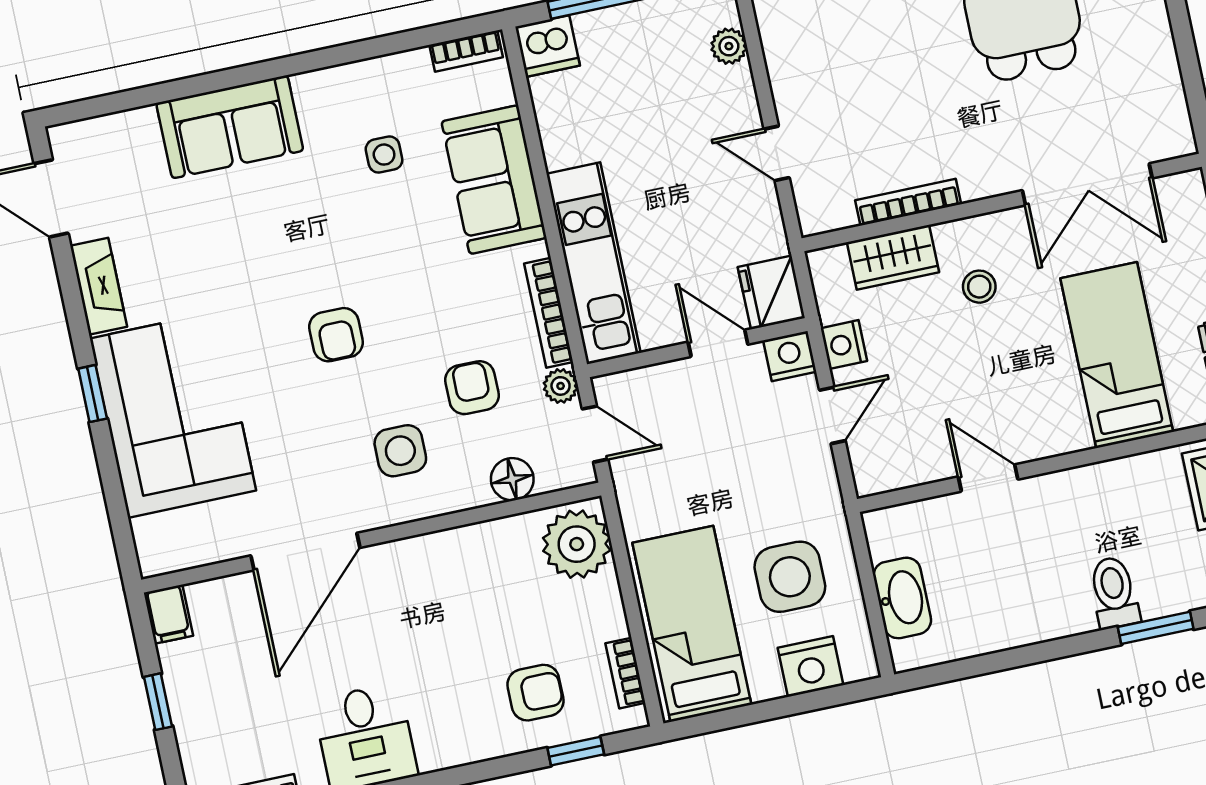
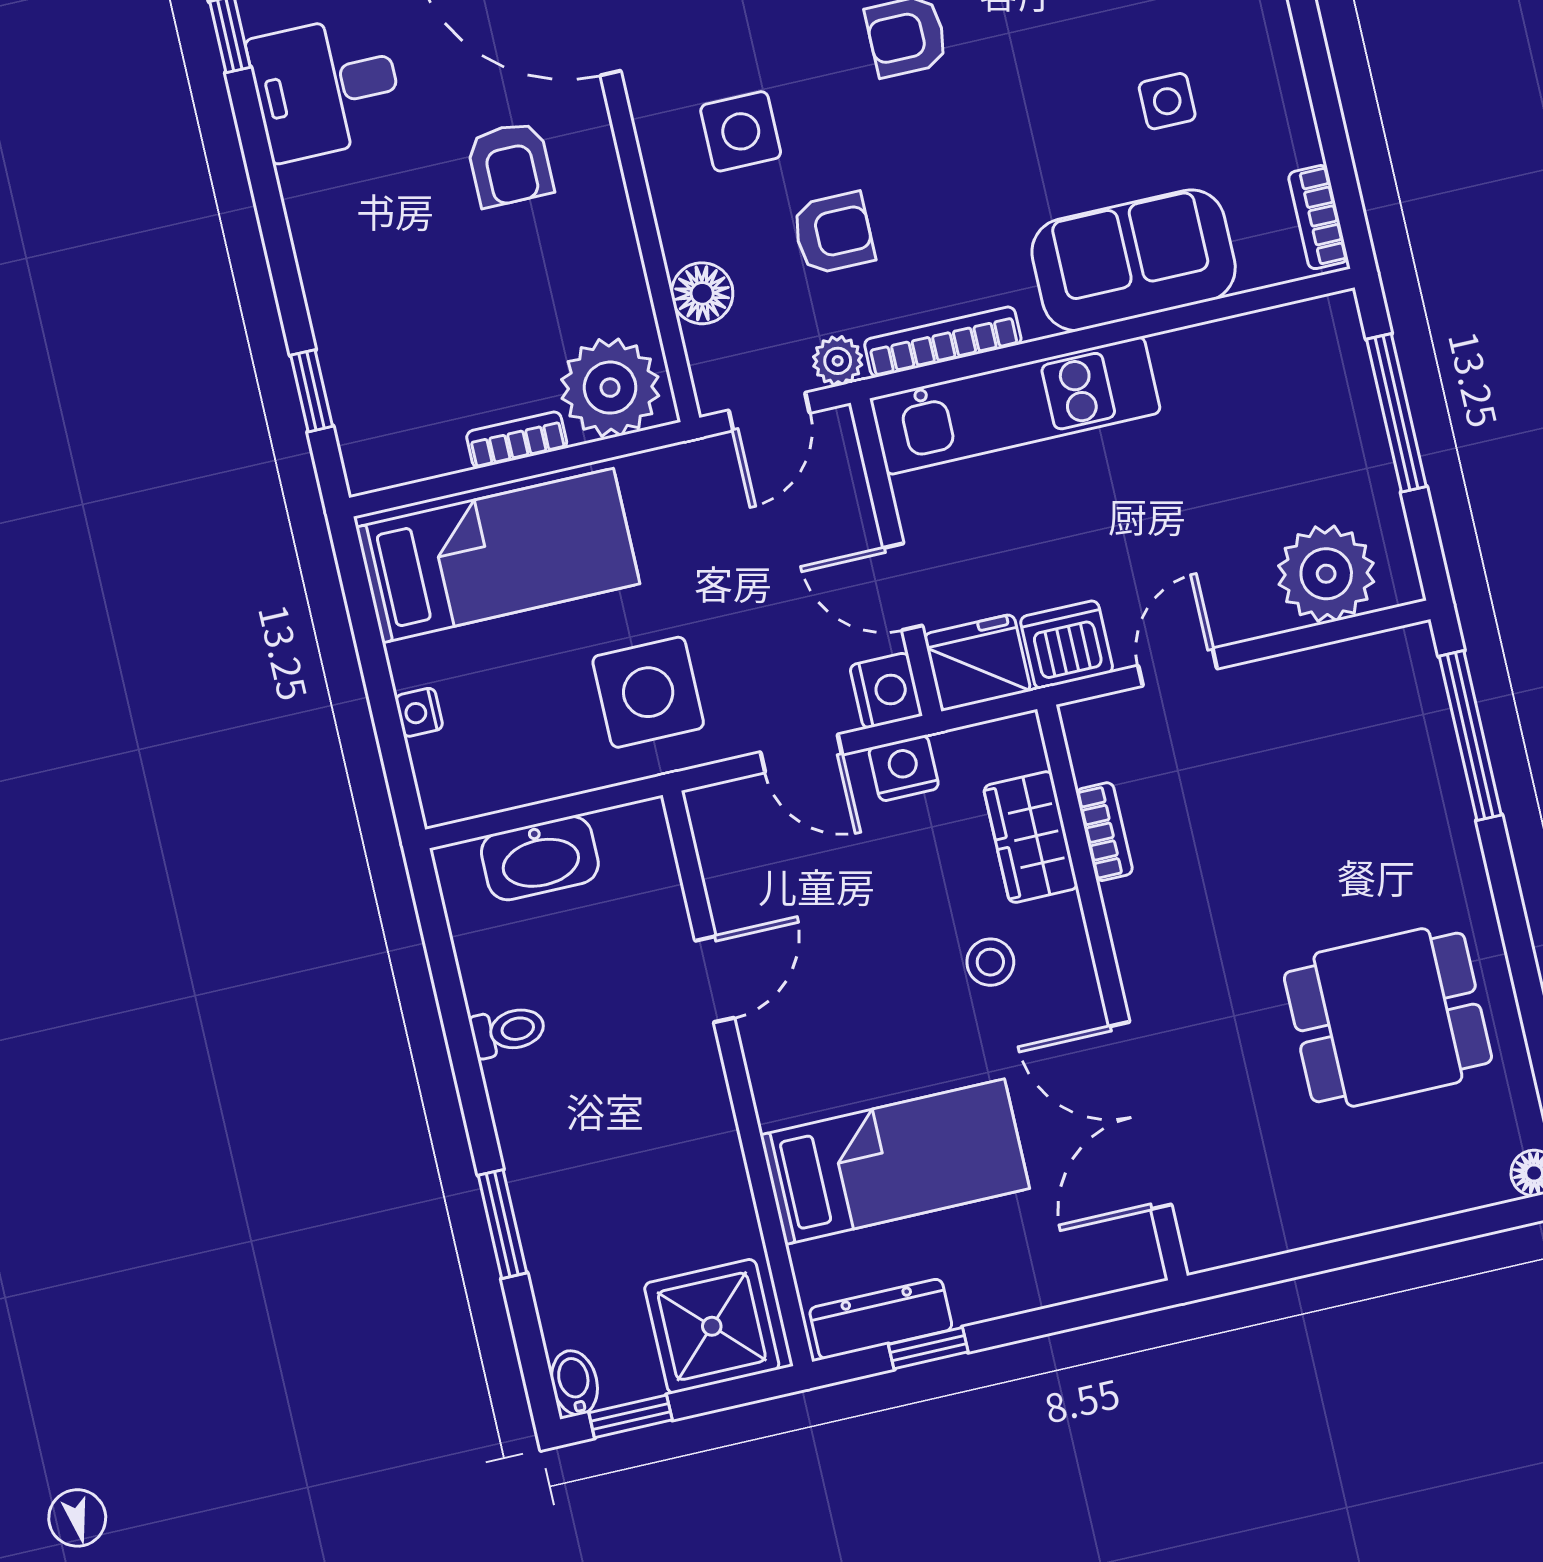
dishwasher: (548, 46) -> (1067, 645), moved, turned 90
plant: (729, 46) -> (1326, 574), width x1.88, depth x1.88
bookcase: (908, 202) -> (1104, 832), width x0.64
door: (718, 343) -> (903, 587), swing flipped
side table: (790, 577) -> (648, 692), moved
toilet: (1114, 592) -> (508, 1031), moved, width x0.73, depth x0.72
nightstand: (810, 666) -> (419, 712), width x0.53, depth x0.56
bookcase: (625, 673) -> (517, 440), moved
armchair: (535, 693) -> (510, 164), moved

